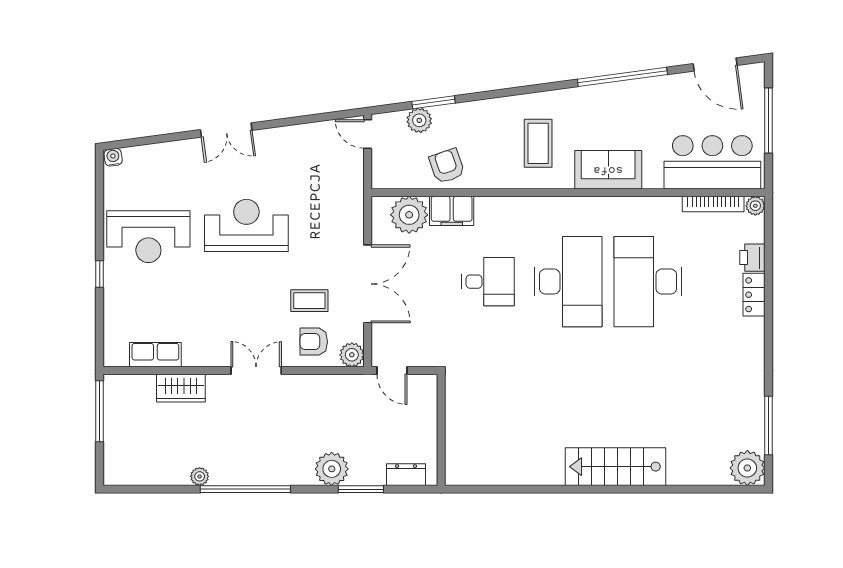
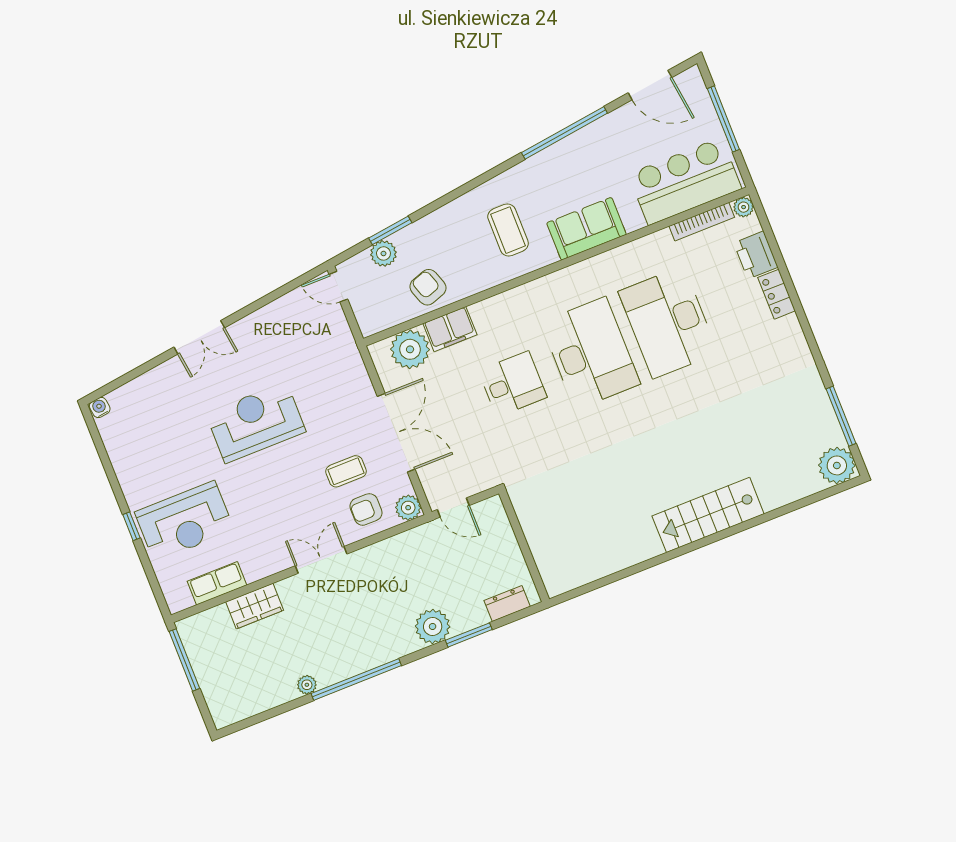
reception desk: (148, 237) -> (184, 521), moved
printer: (752, 258) -> (756, 255), width x1.36, depth x1.24

